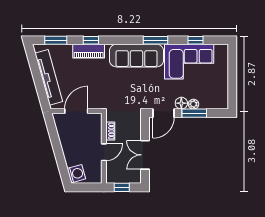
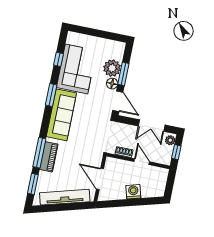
window: (91, 40) -> (39, 153), width x2.17
plant: (193, 104) -> (112, 68), width x1.87, depth x1.87
washing machine: (76, 174) -> (133, 192), moved
plant: (133, 178) -> (170, 140), added

